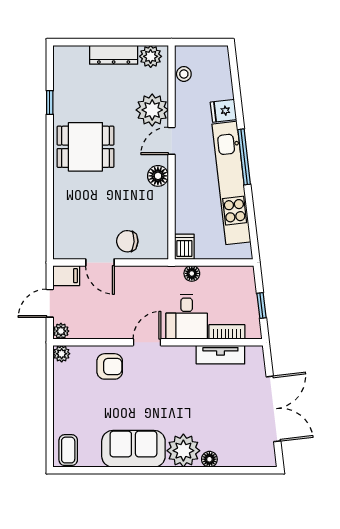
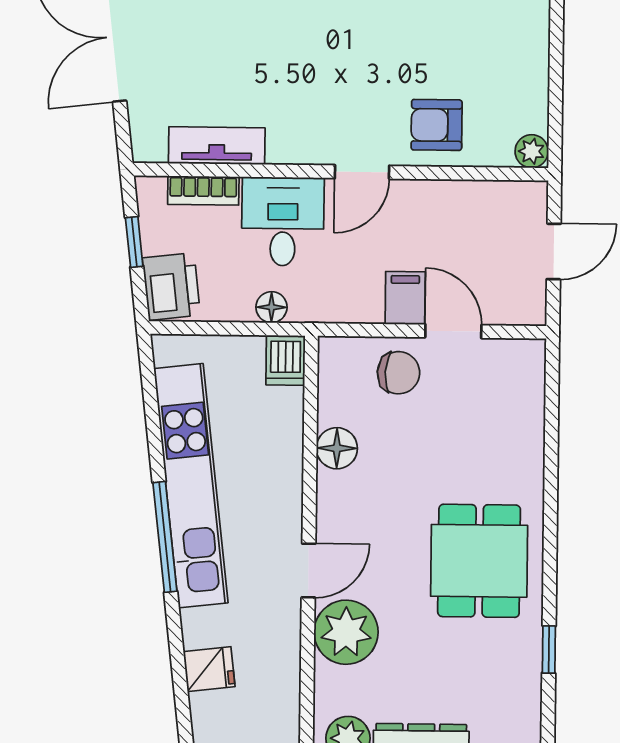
stool: (184, 74) -> (282, 703), removed
fridge: (223, 111) -> (209, 669), moved
dining table: (85, 147) -> (479, 561), turned 90
floor lamp: (158, 176) -> (337, 448), moved
filing cabinet: (66, 276) -> (405, 298), moved, turned 90
printer: (242, 283) -> (171, 287), added
plant: (61, 331) -> (532, 196), removed

